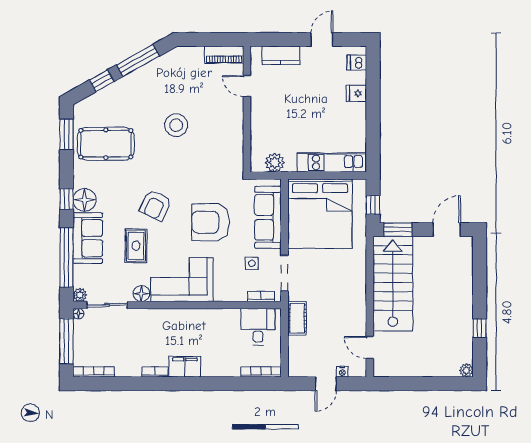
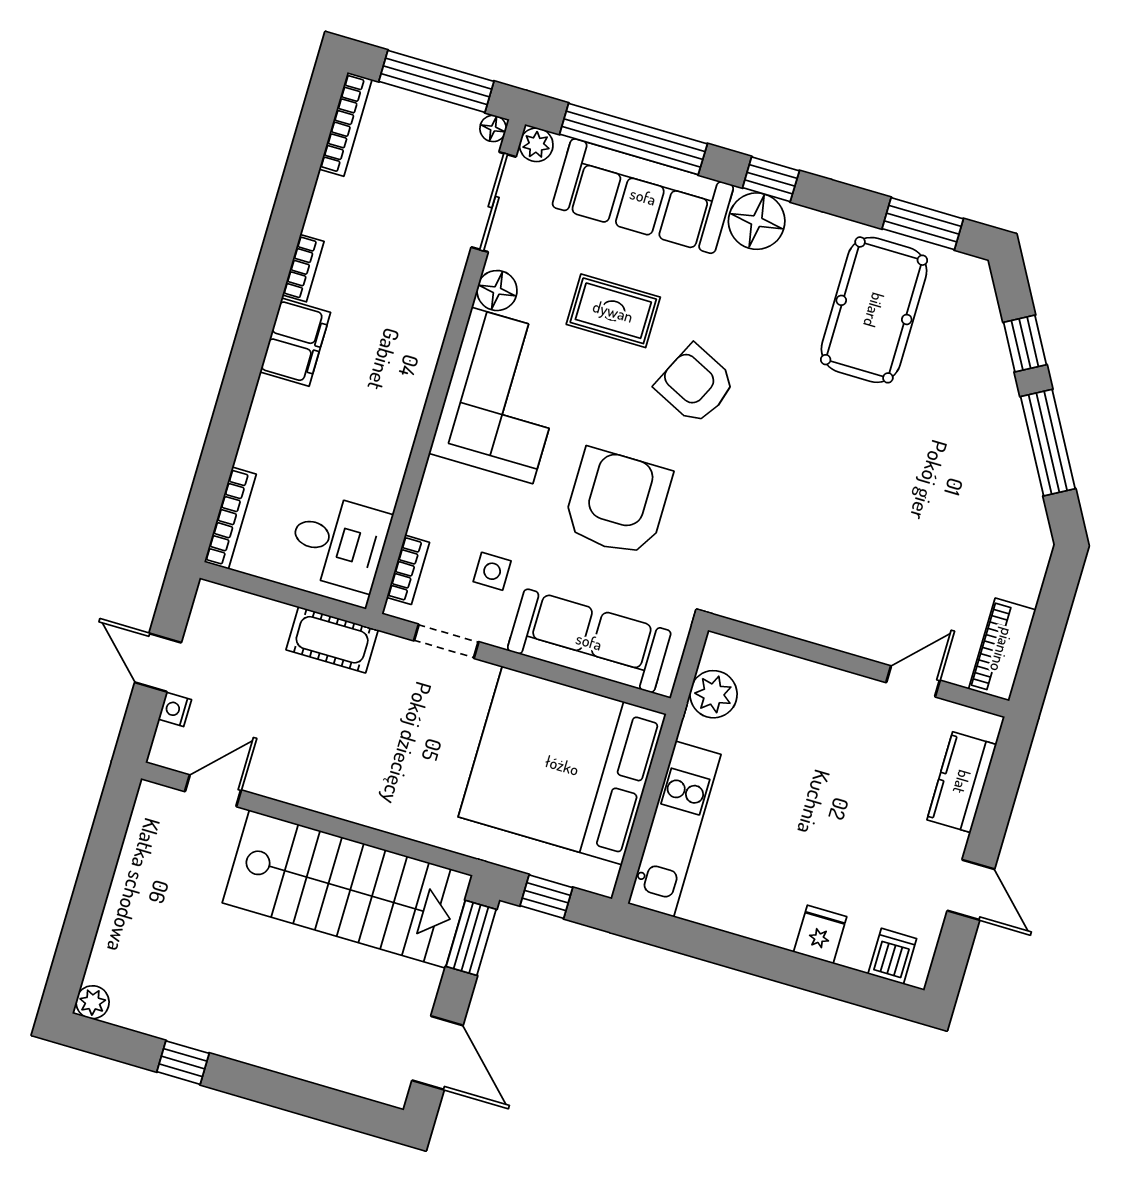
stool: (176, 125) -> (869, 488), removed
sofa: (88, 238) -> (643, 196), width x1.36
doorway: (285, 273) -> (446, 641), width x0.73

